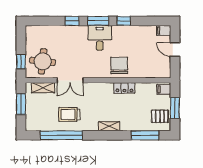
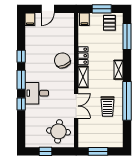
desk: (100, 38) -> (37, 93), moved
window: (21, 62) -> (46, 151), moved
chair: (119, 66) -> (62, 60), turned 66
shelving: (43, 88) -> (83, 77), moved
window: (61, 135) -> (127, 101), moved

